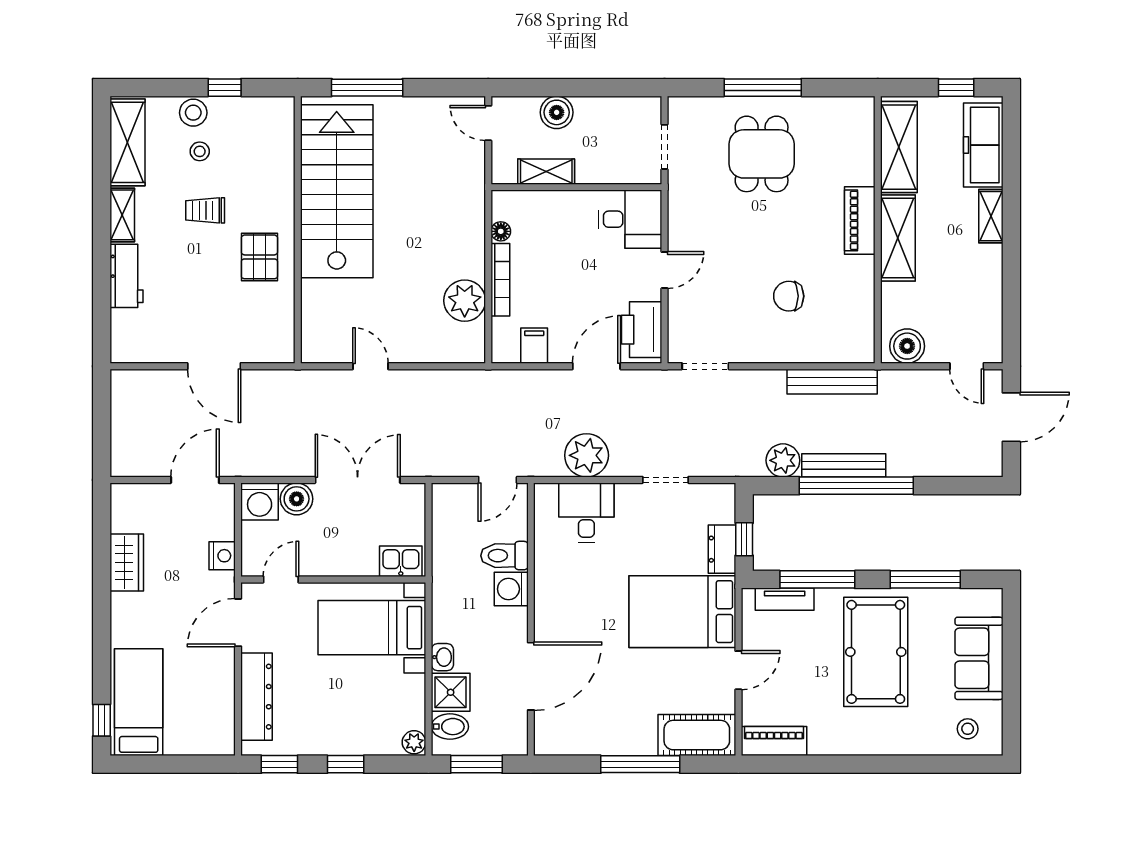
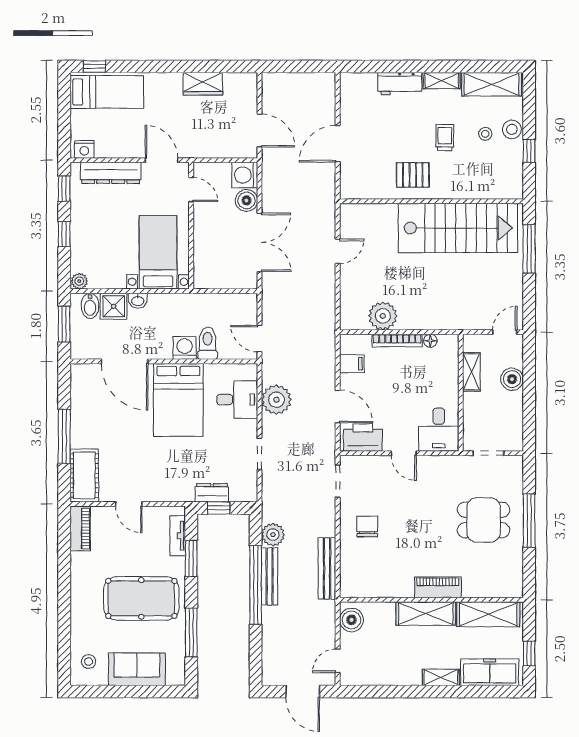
chair: (789, 296) -> (367, 527), moved
nightstand: (222, 556) -> (84, 149), moved
kitchen sink: (401, 561) -> (204, 272), removed
window: (817, 579) -> (191, 558), width x0.69
bed: (682, 612) -> (178, 400), moved, turned 180

